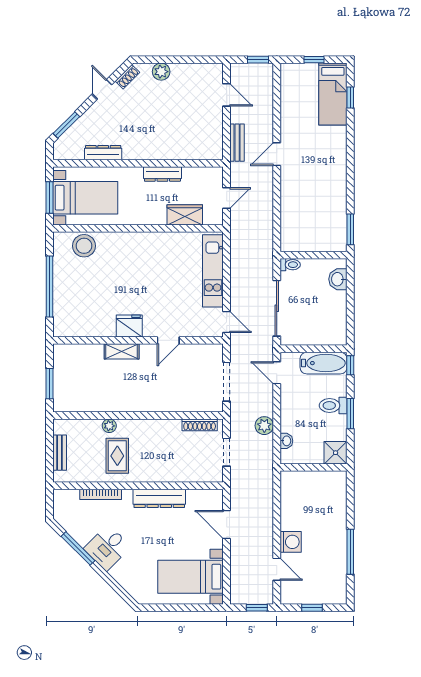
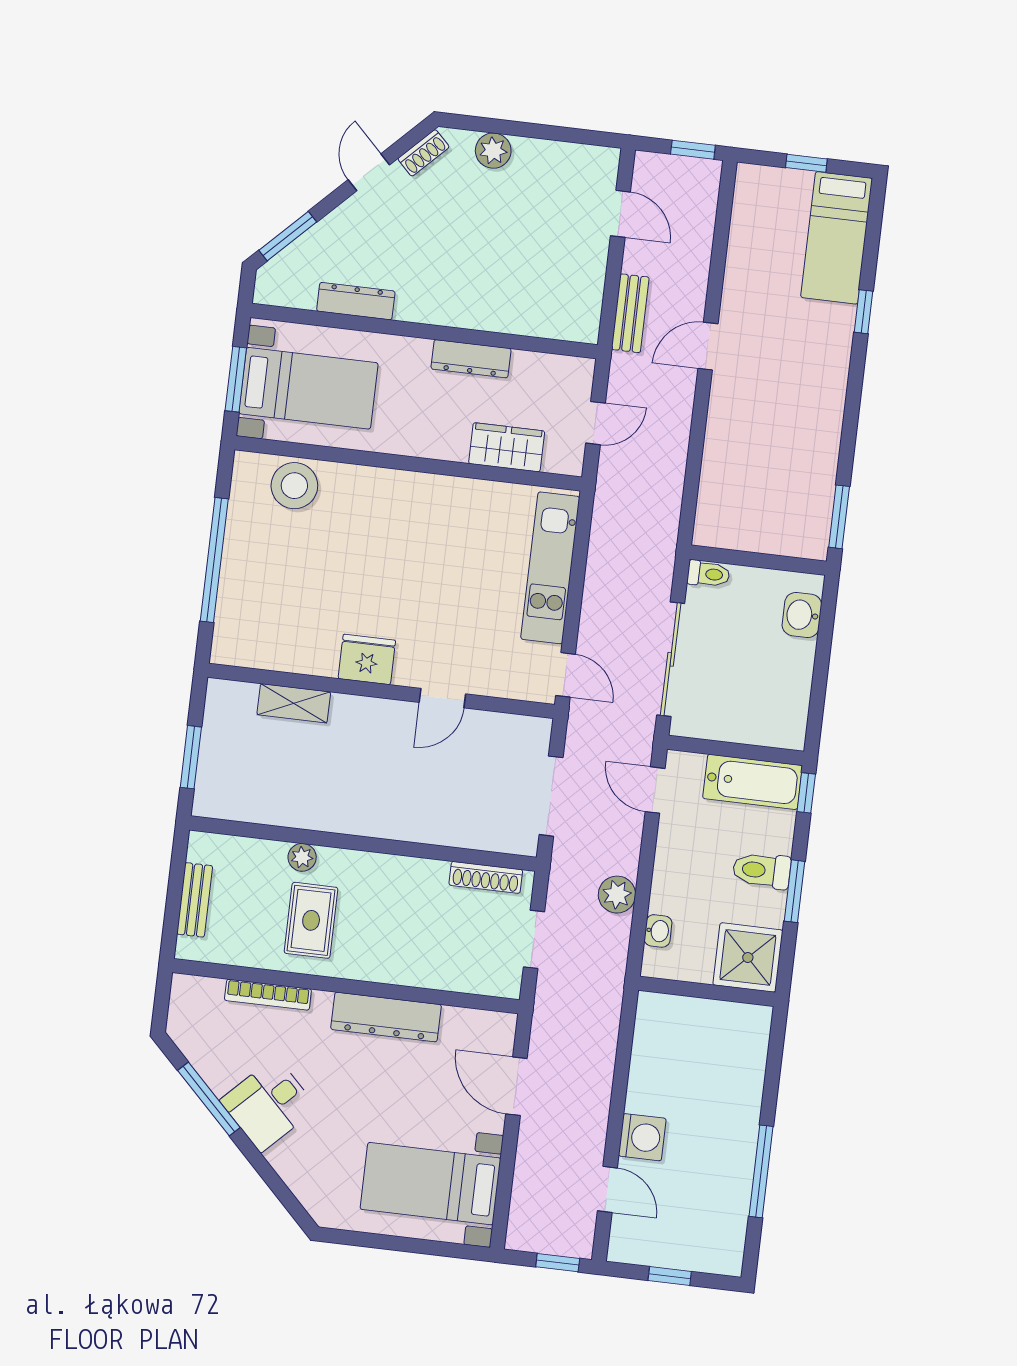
window: (350, 98) -> (864, 312), moved
shelving: (122, 351) -> (294, 703), moved
shower: (336, 453) -> (748, 957), width x1.36, depth x1.36

